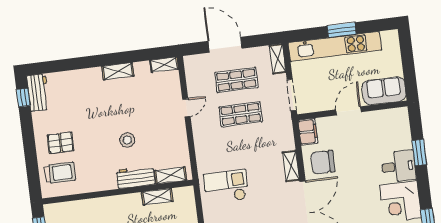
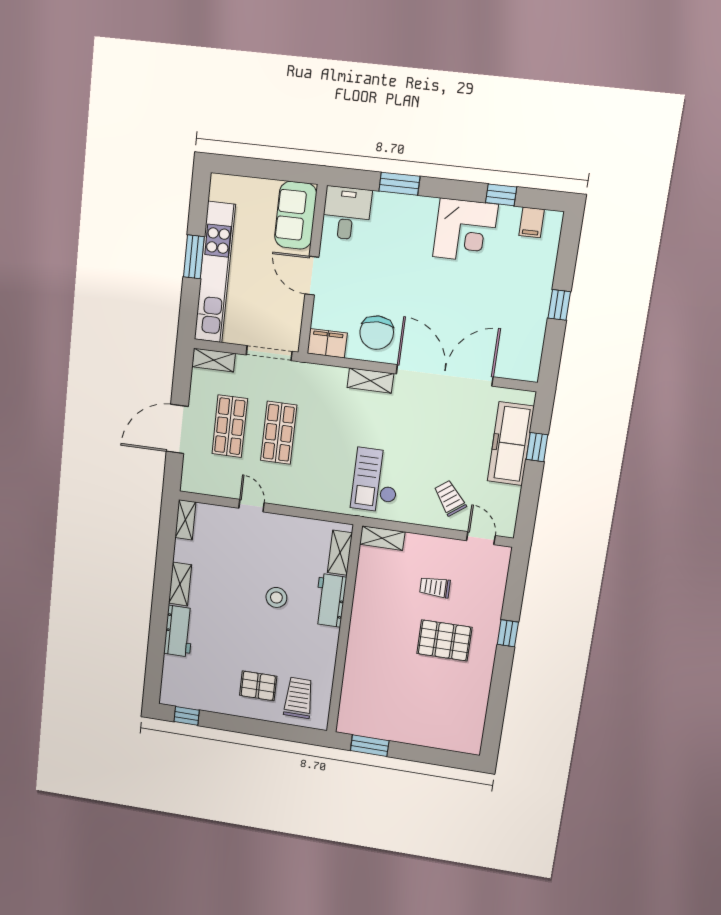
workbench: (38, 93) -> (179, 631), moved, turned 90
pallet: (60, 143) -> (258, 686), turned 90
desk: (399, 166) -> (347, 213), moved
shelving: (157, 197) -> (382, 538), moved, turned 90

